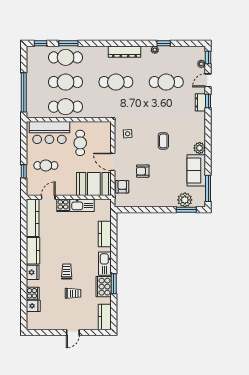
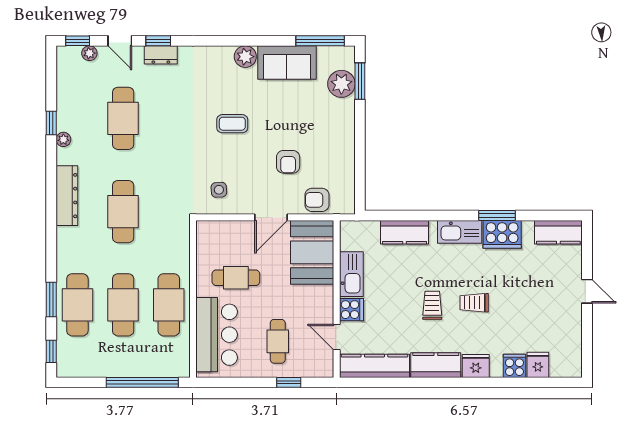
trolley: (73, 293) -> (432, 305), moved

